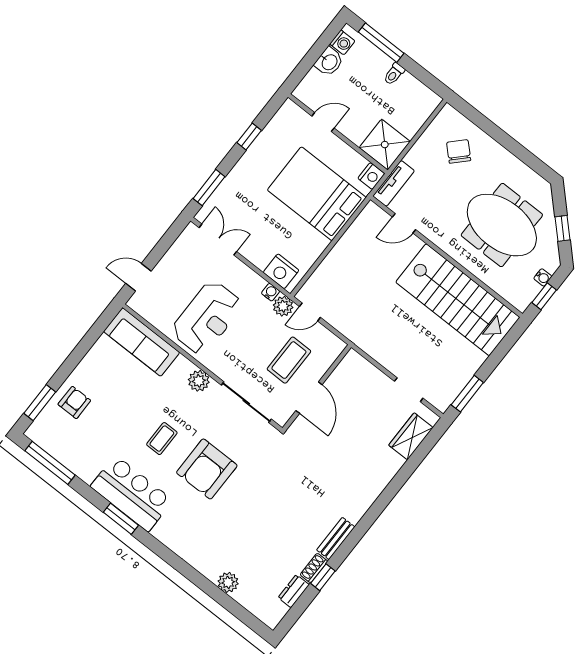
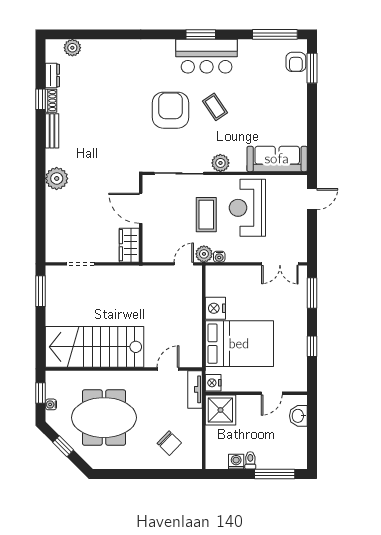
washing machine: (342, 42) -> (236, 462), moved, turned 90
washbasin: (329, 62) -> (298, 416), moved
nightstand: (281, 271) -> (215, 308), moved, turned -90
coffee table: (289, 360) -> (206, 215), moved
armchair: (74, 402) -> (296, 62), moved
wardrobe: (411, 436) -> (129, 245), moved, turned 180
coffee table: (162, 439) -> (215, 107), turned -34
plant: (367, 489) -> (57, 178), added
plant: (228, 582) -> (72, 48), moved

